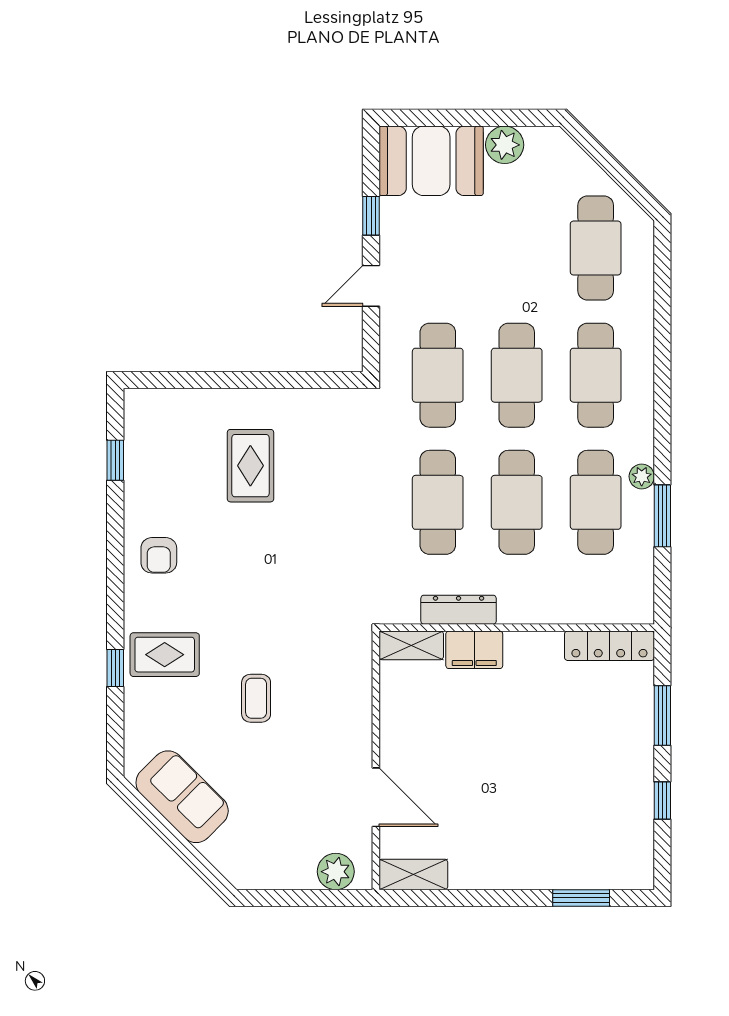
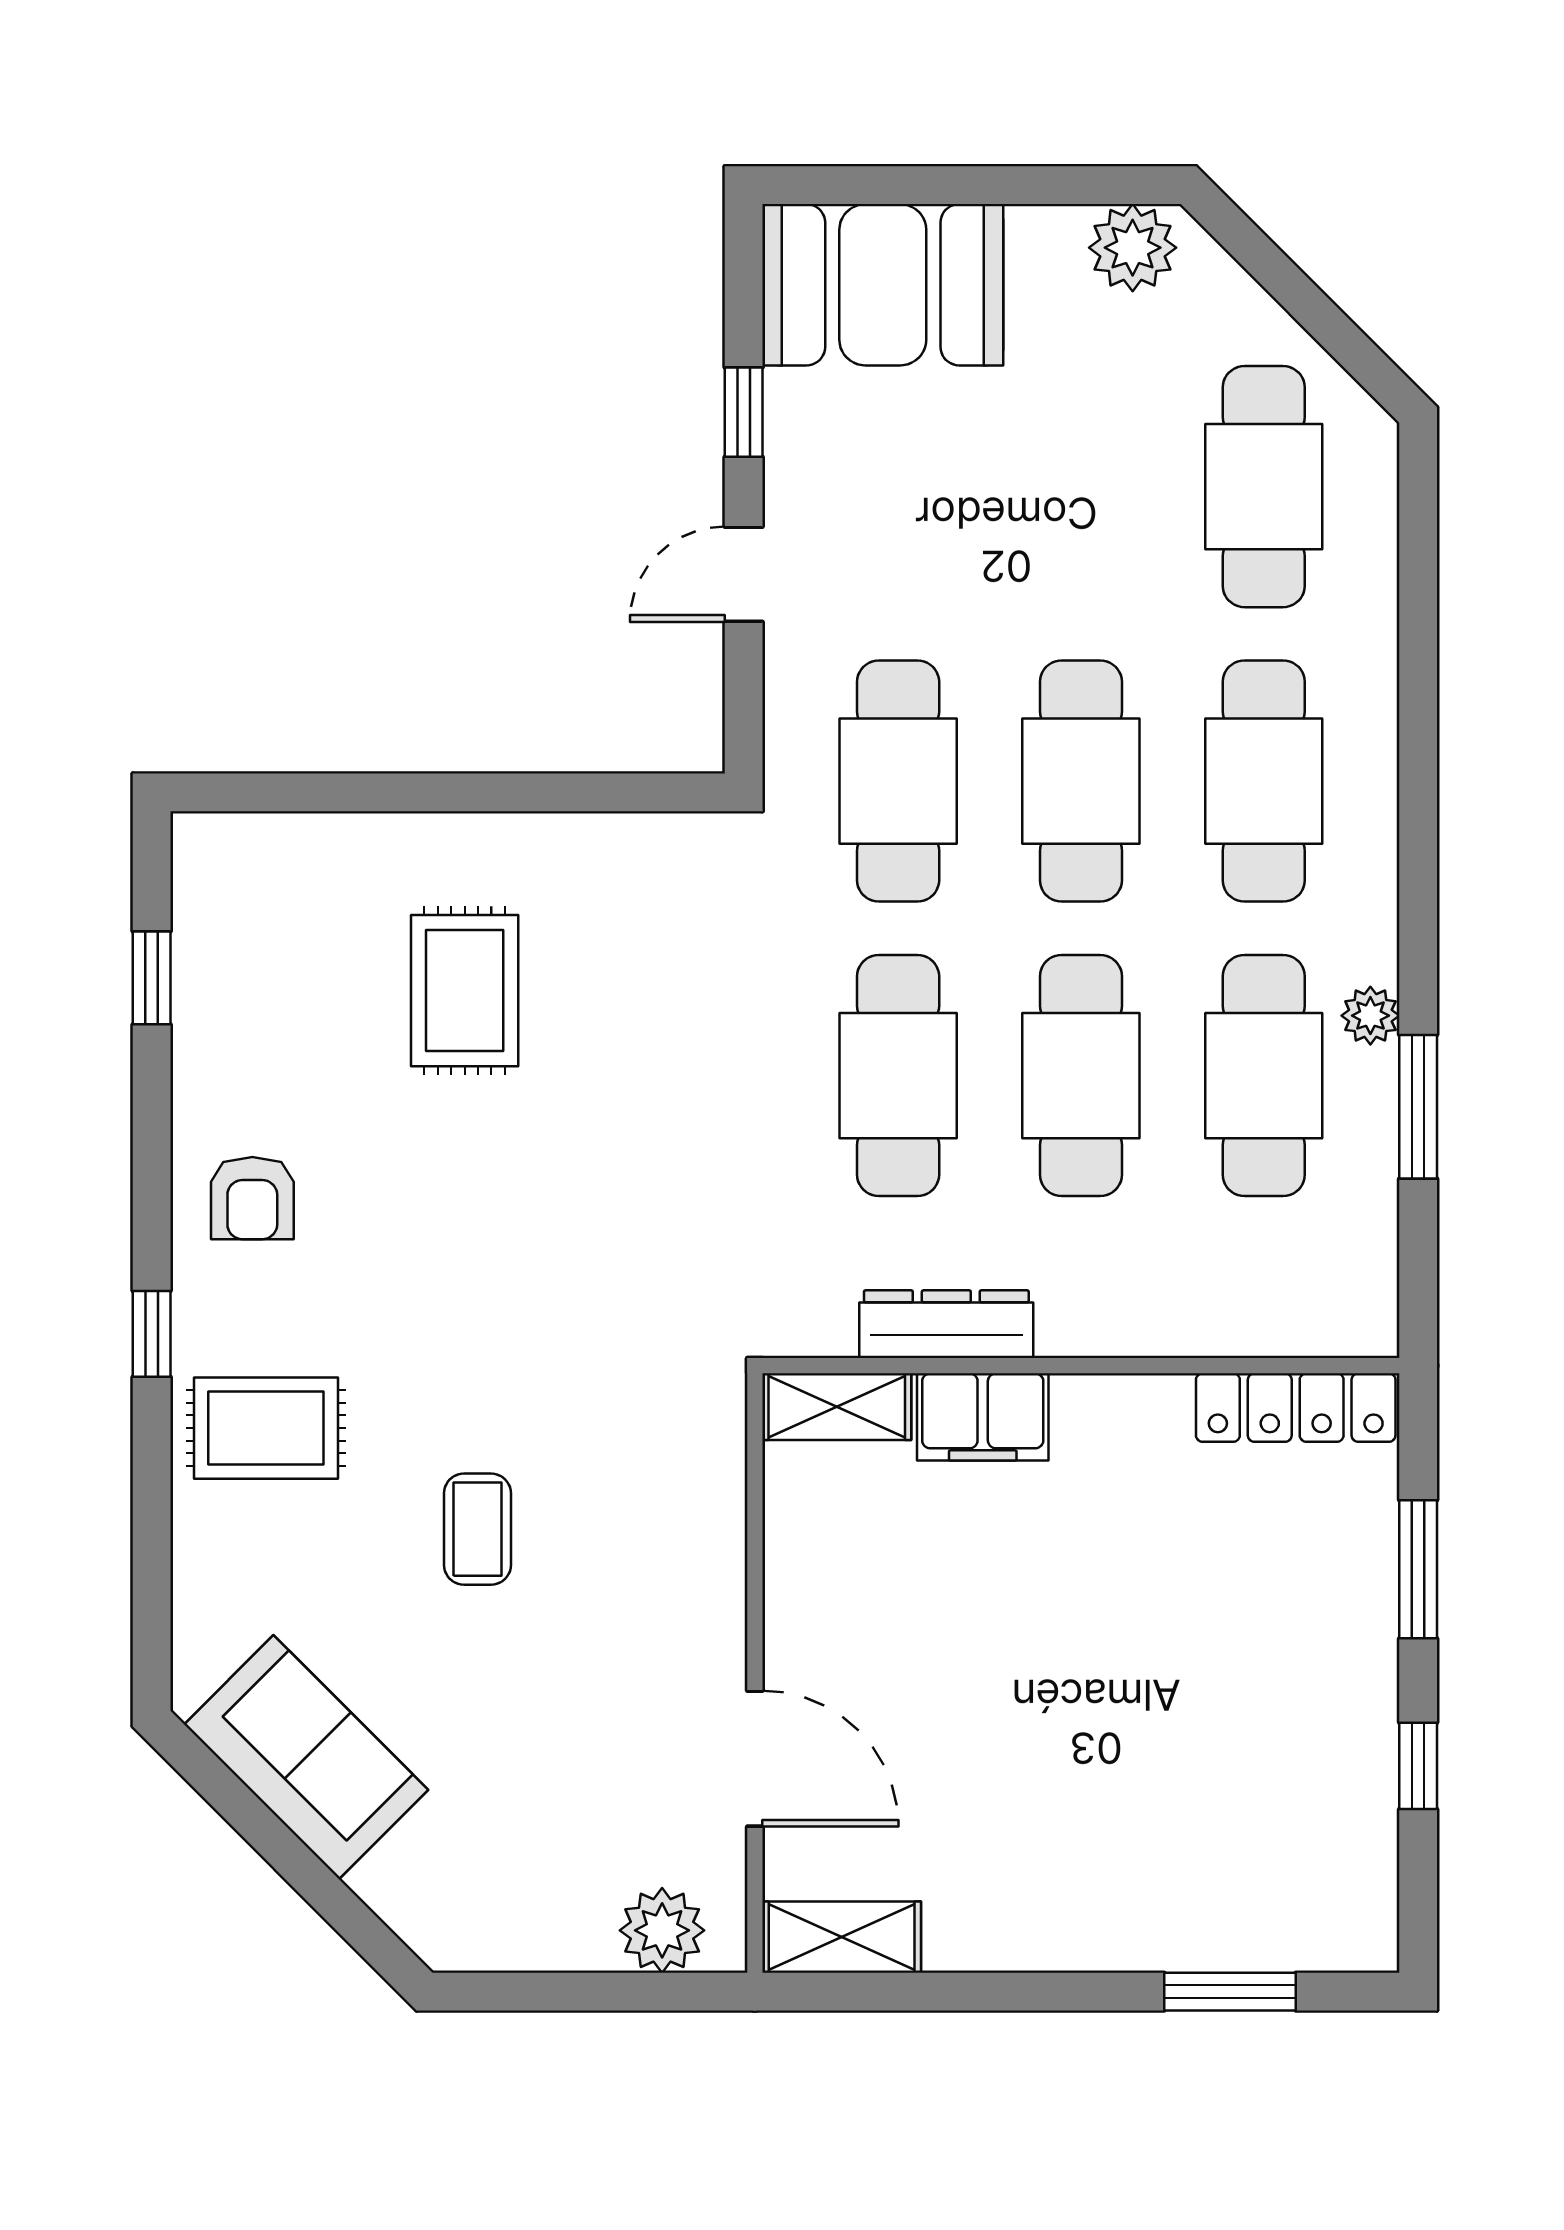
plant: (505, 145) -> (1133, 248), moved
window: (115, 668) -> (152, 1334), moved

